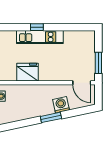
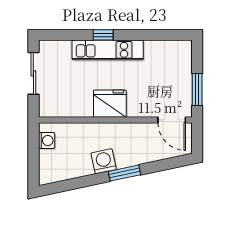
fridge: (27, 72) -> (110, 104), moved
washing machine: (61, 105) -> (104, 161), moved

